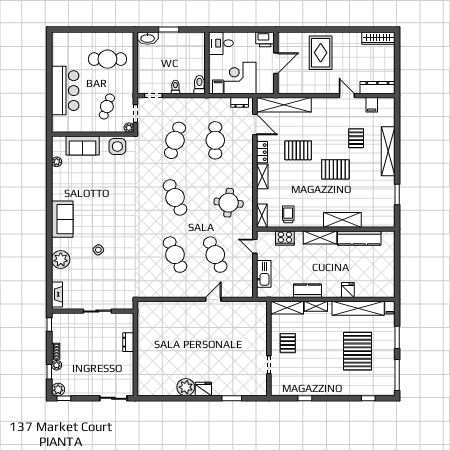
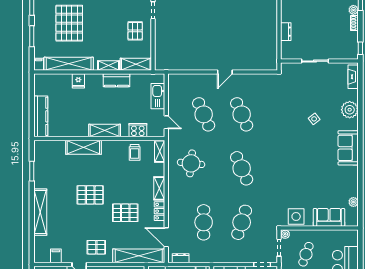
pallet: (356, 138) -> (96, 247), moved, turned 90
kitchen counter: (359, 238) -> (41, 116), moved, turned 90
door: (213, 299) -> (225, 72), moved

